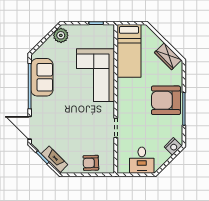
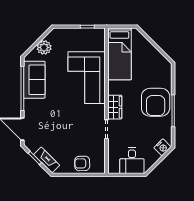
plant: (61, 35) -> (44, 47), moved
wardrobe: (168, 56) -> (115, 107), moved, turned -135
armchair: (166, 100) -> (156, 102), turned -90

